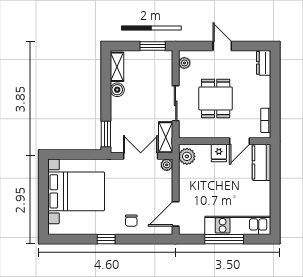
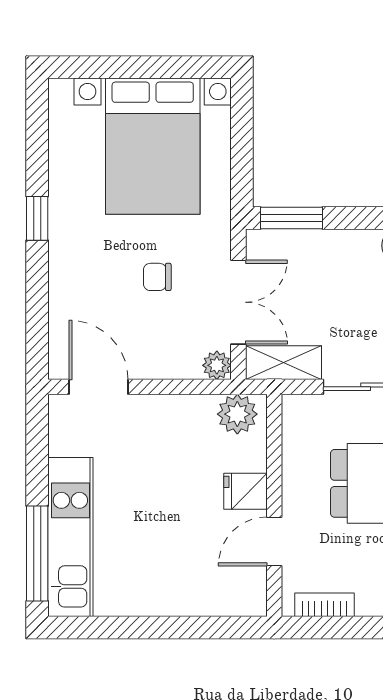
door: (240, 141) -> (274, 542), hinge flipped
kitchen counter: (262, 162) -> (223, 595), removed
chair: (131, 221) -> (157, 277), moved
window: (224, 239) -> (37, 554), moved

